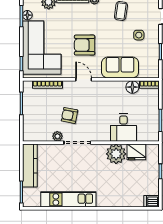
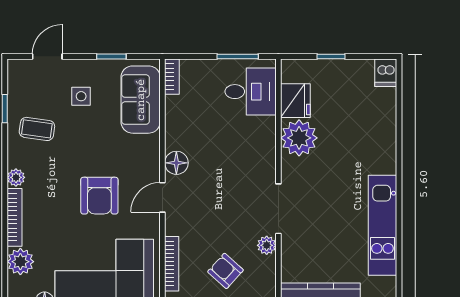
sofa: (120, 67) -> (141, 100), moved
floor lamp: (132, 87) -> (176, 163), moved
armchair: (69, 115) -> (225, 271), moved, turned 121
desk: (123, 127) -> (251, 92), moved

